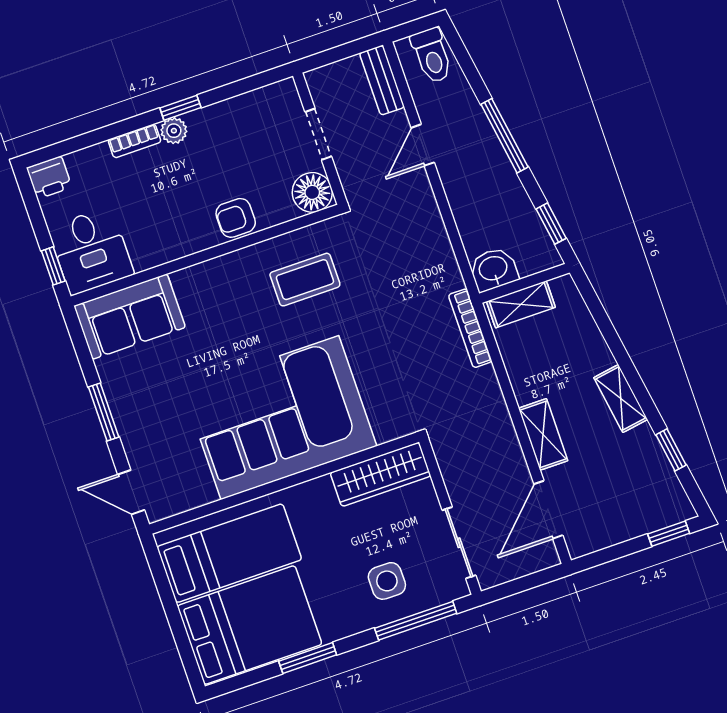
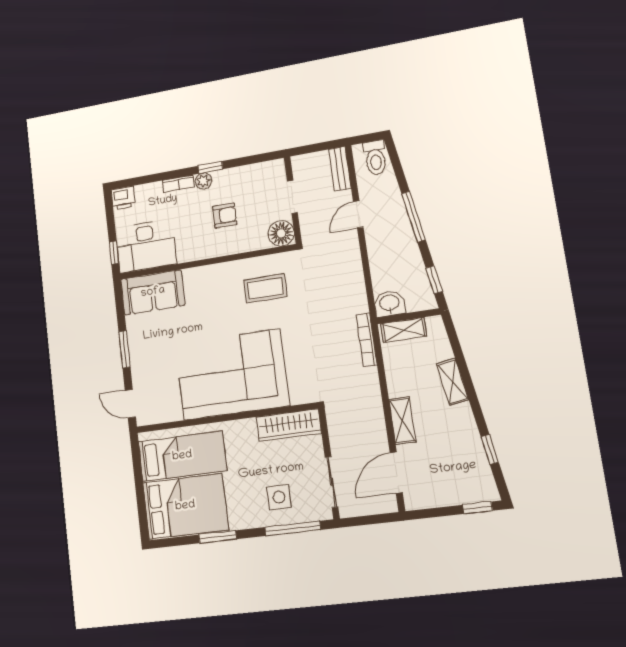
armchair: (236, 218) -> (225, 216), moved, turned 180
desk: (91, 251) -> (146, 246), width x1.37
shelving: (621, 398) -> (452, 382), moved

